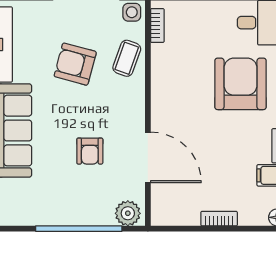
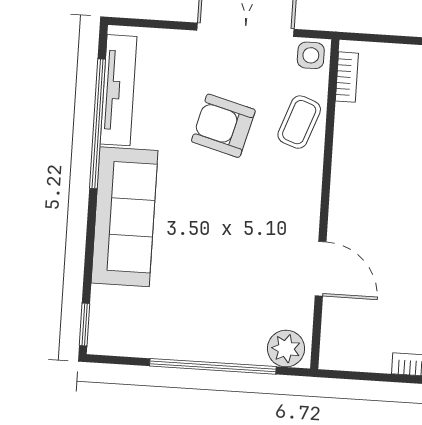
armchair: (90, 151) -> (236, 254), removed
door: (148, 157) -> (321, 269), width x0.73

